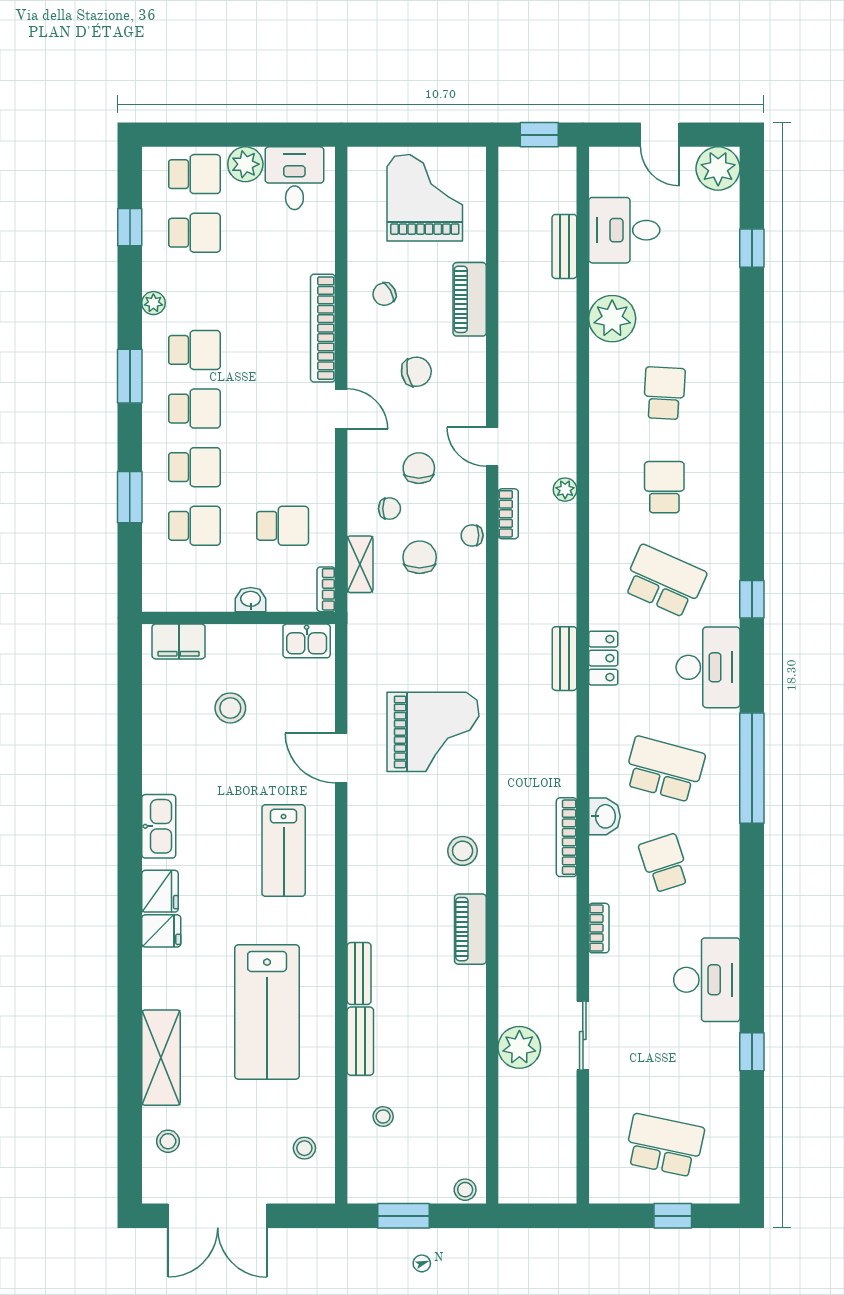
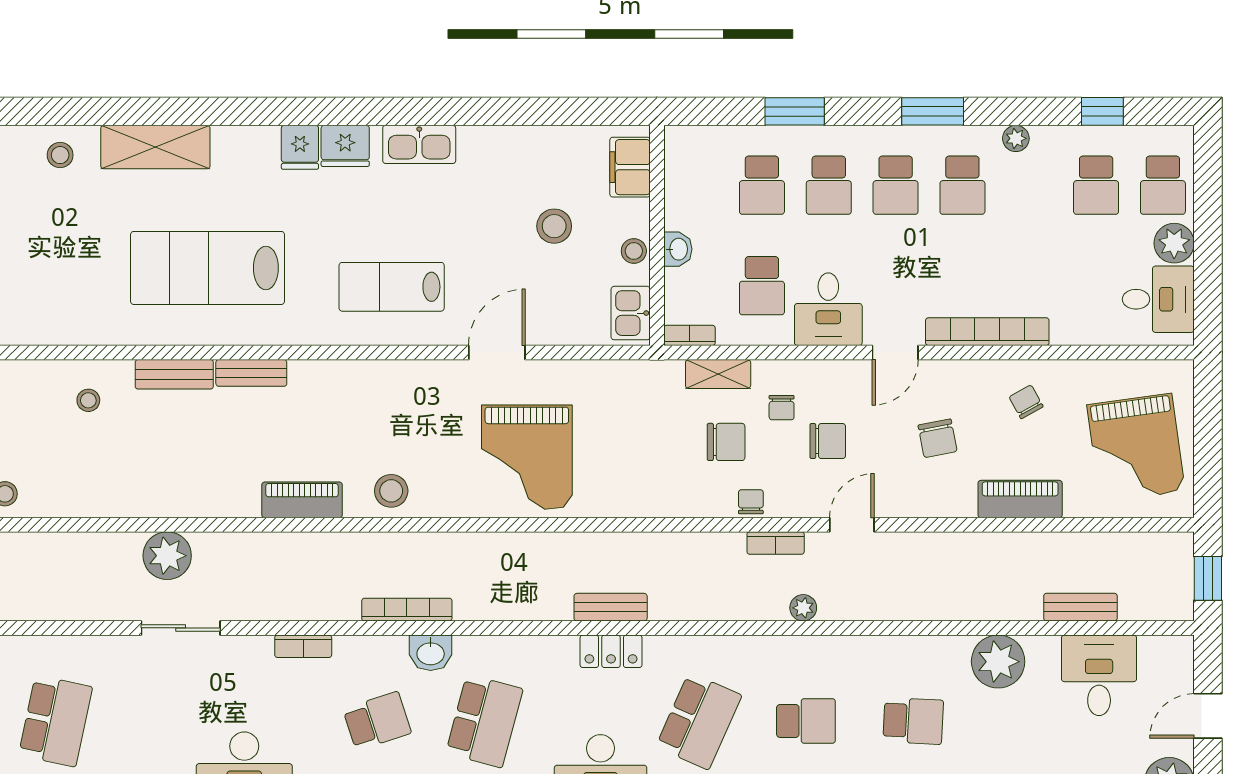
grand piano: (425, 198) -> (1136, 448), turned 82
desk: (303, 468) -> (828, 309), added
stool: (304, 1148) -> (634, 251), moved

